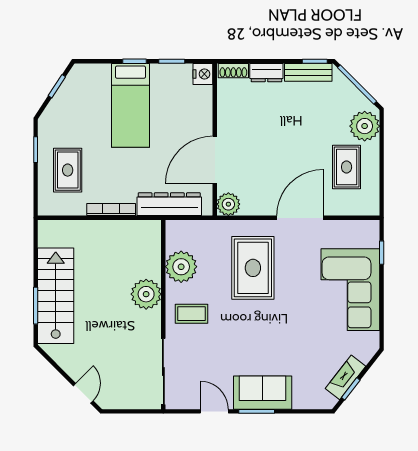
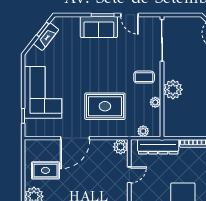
door: (215, 160) -> (129, 175), width x0.53
rug: (347, 167) -> (45, 170), turned 90
plant: (193, 229) -> (143, 131), added
plant: (181, 267) -> (155, 102), width x0.53, depth x0.53
rug: (253, 268) -> (105, 106), turned 90

